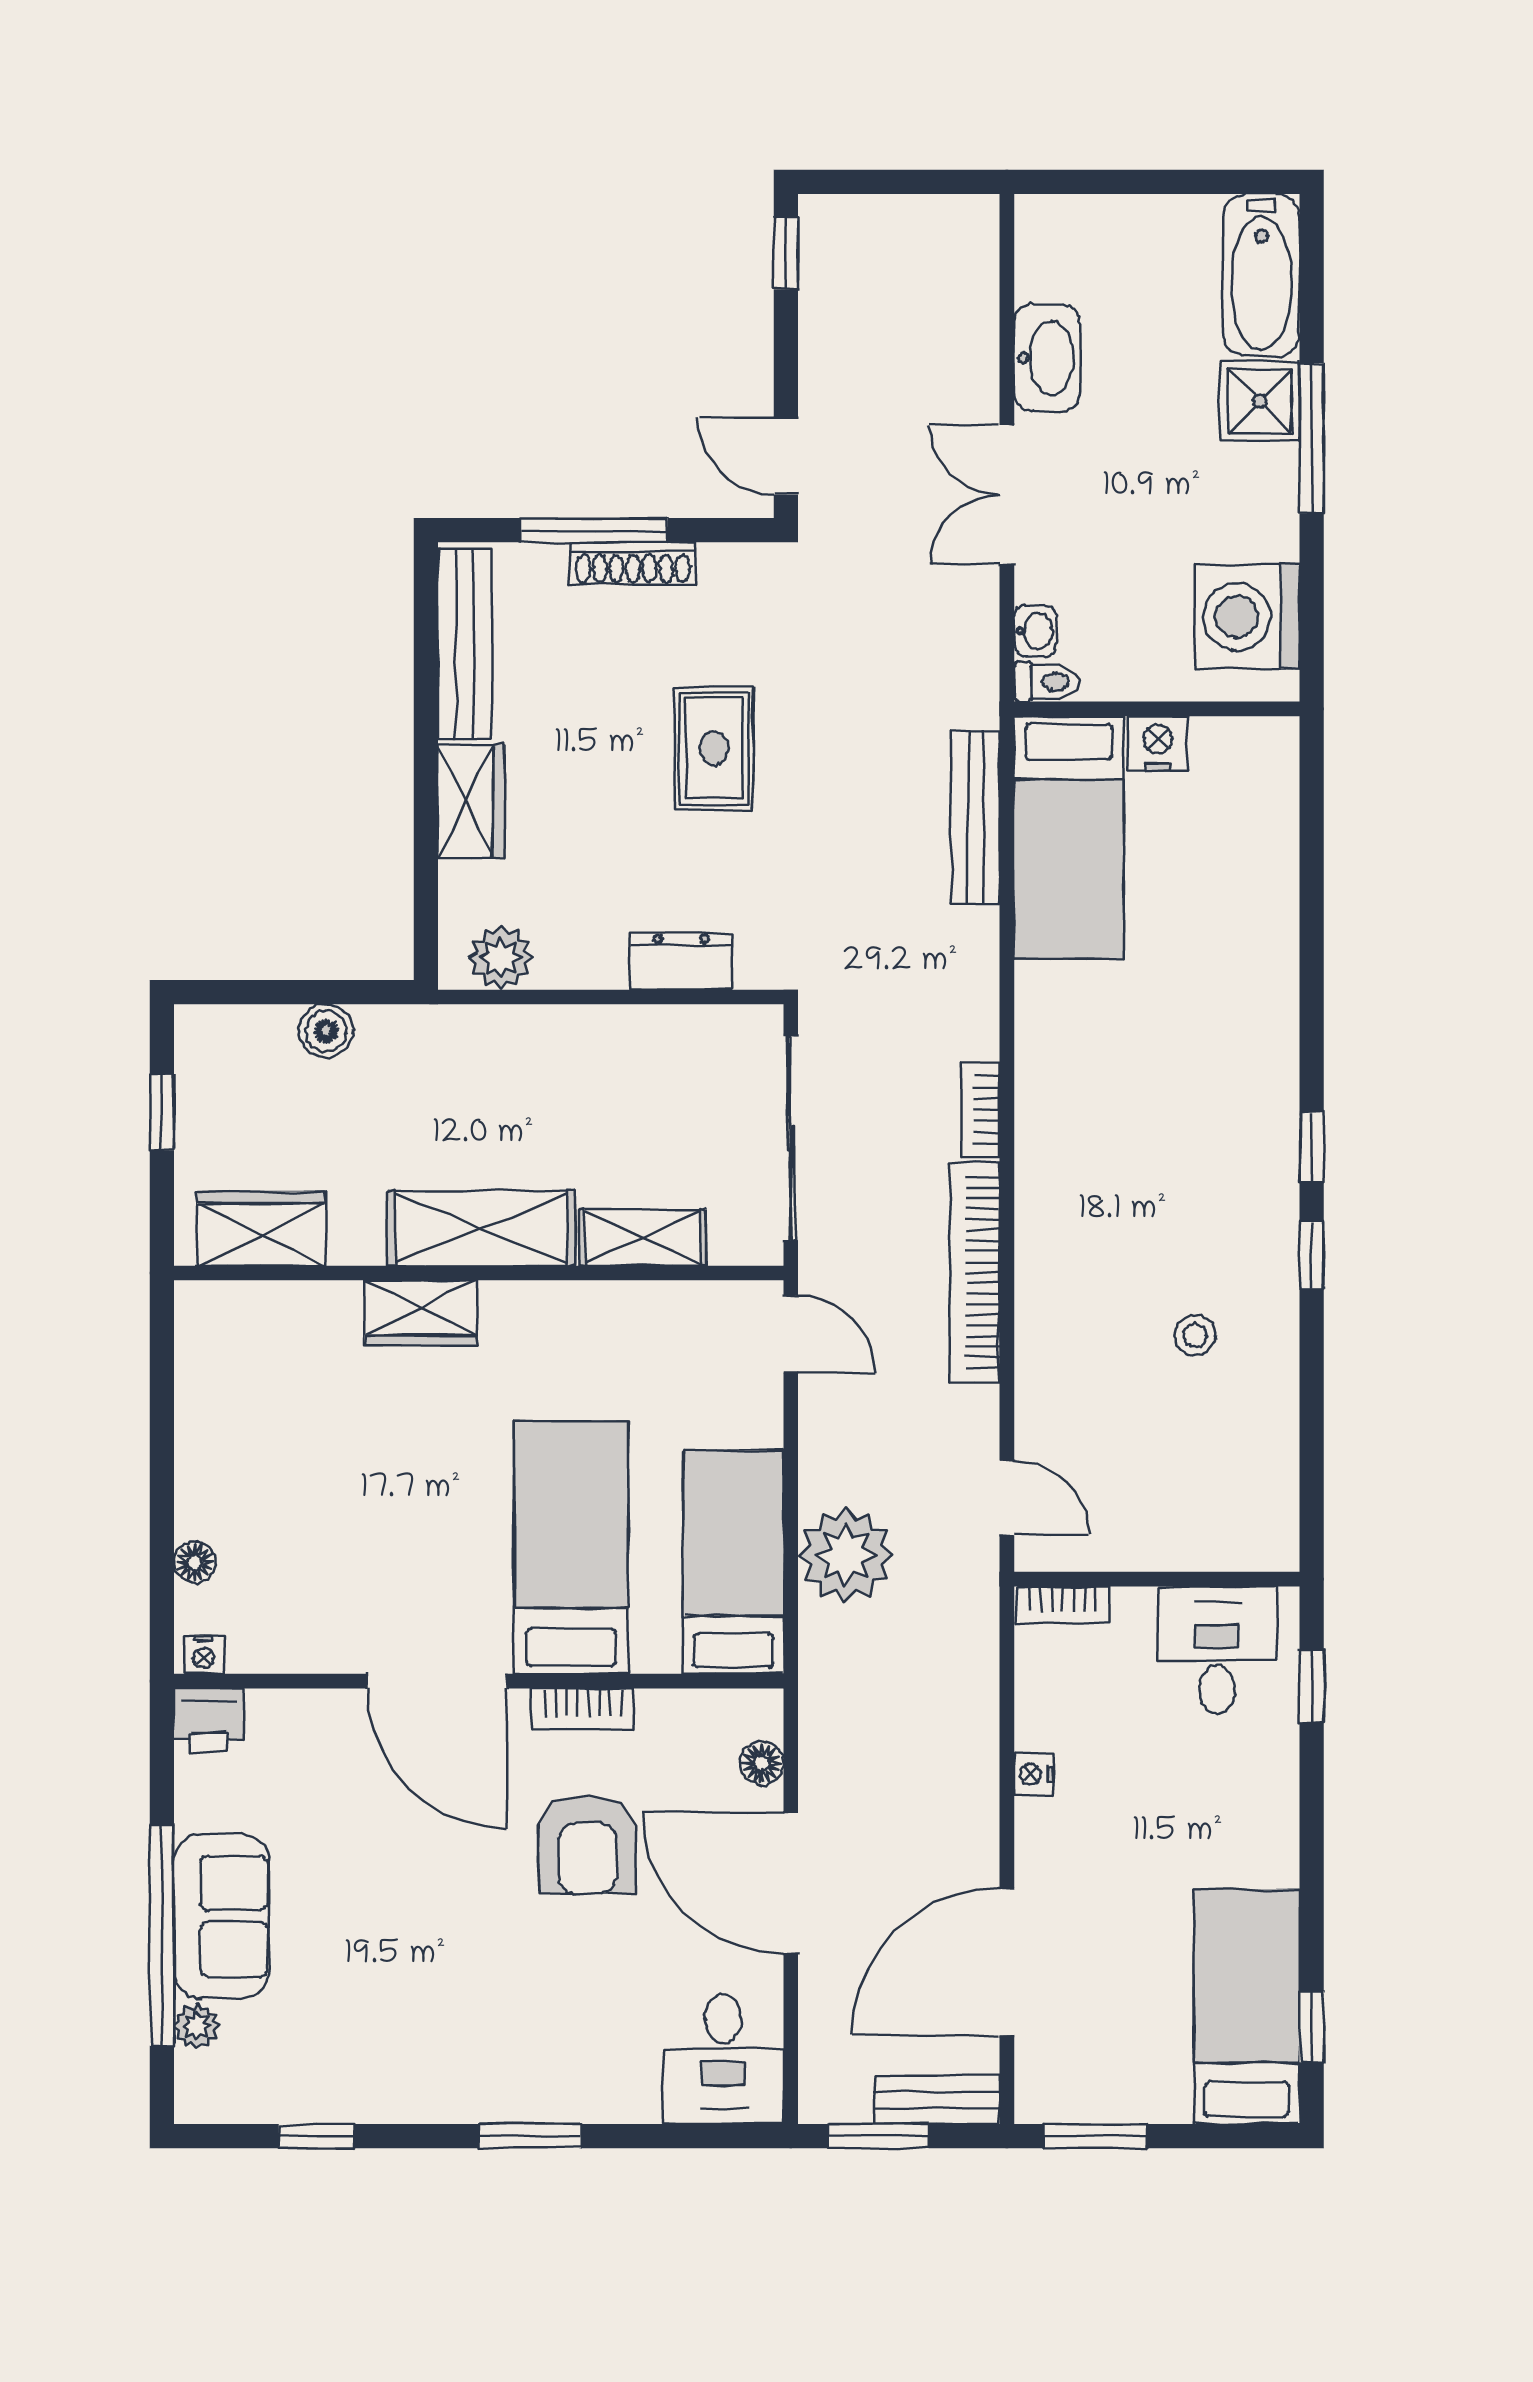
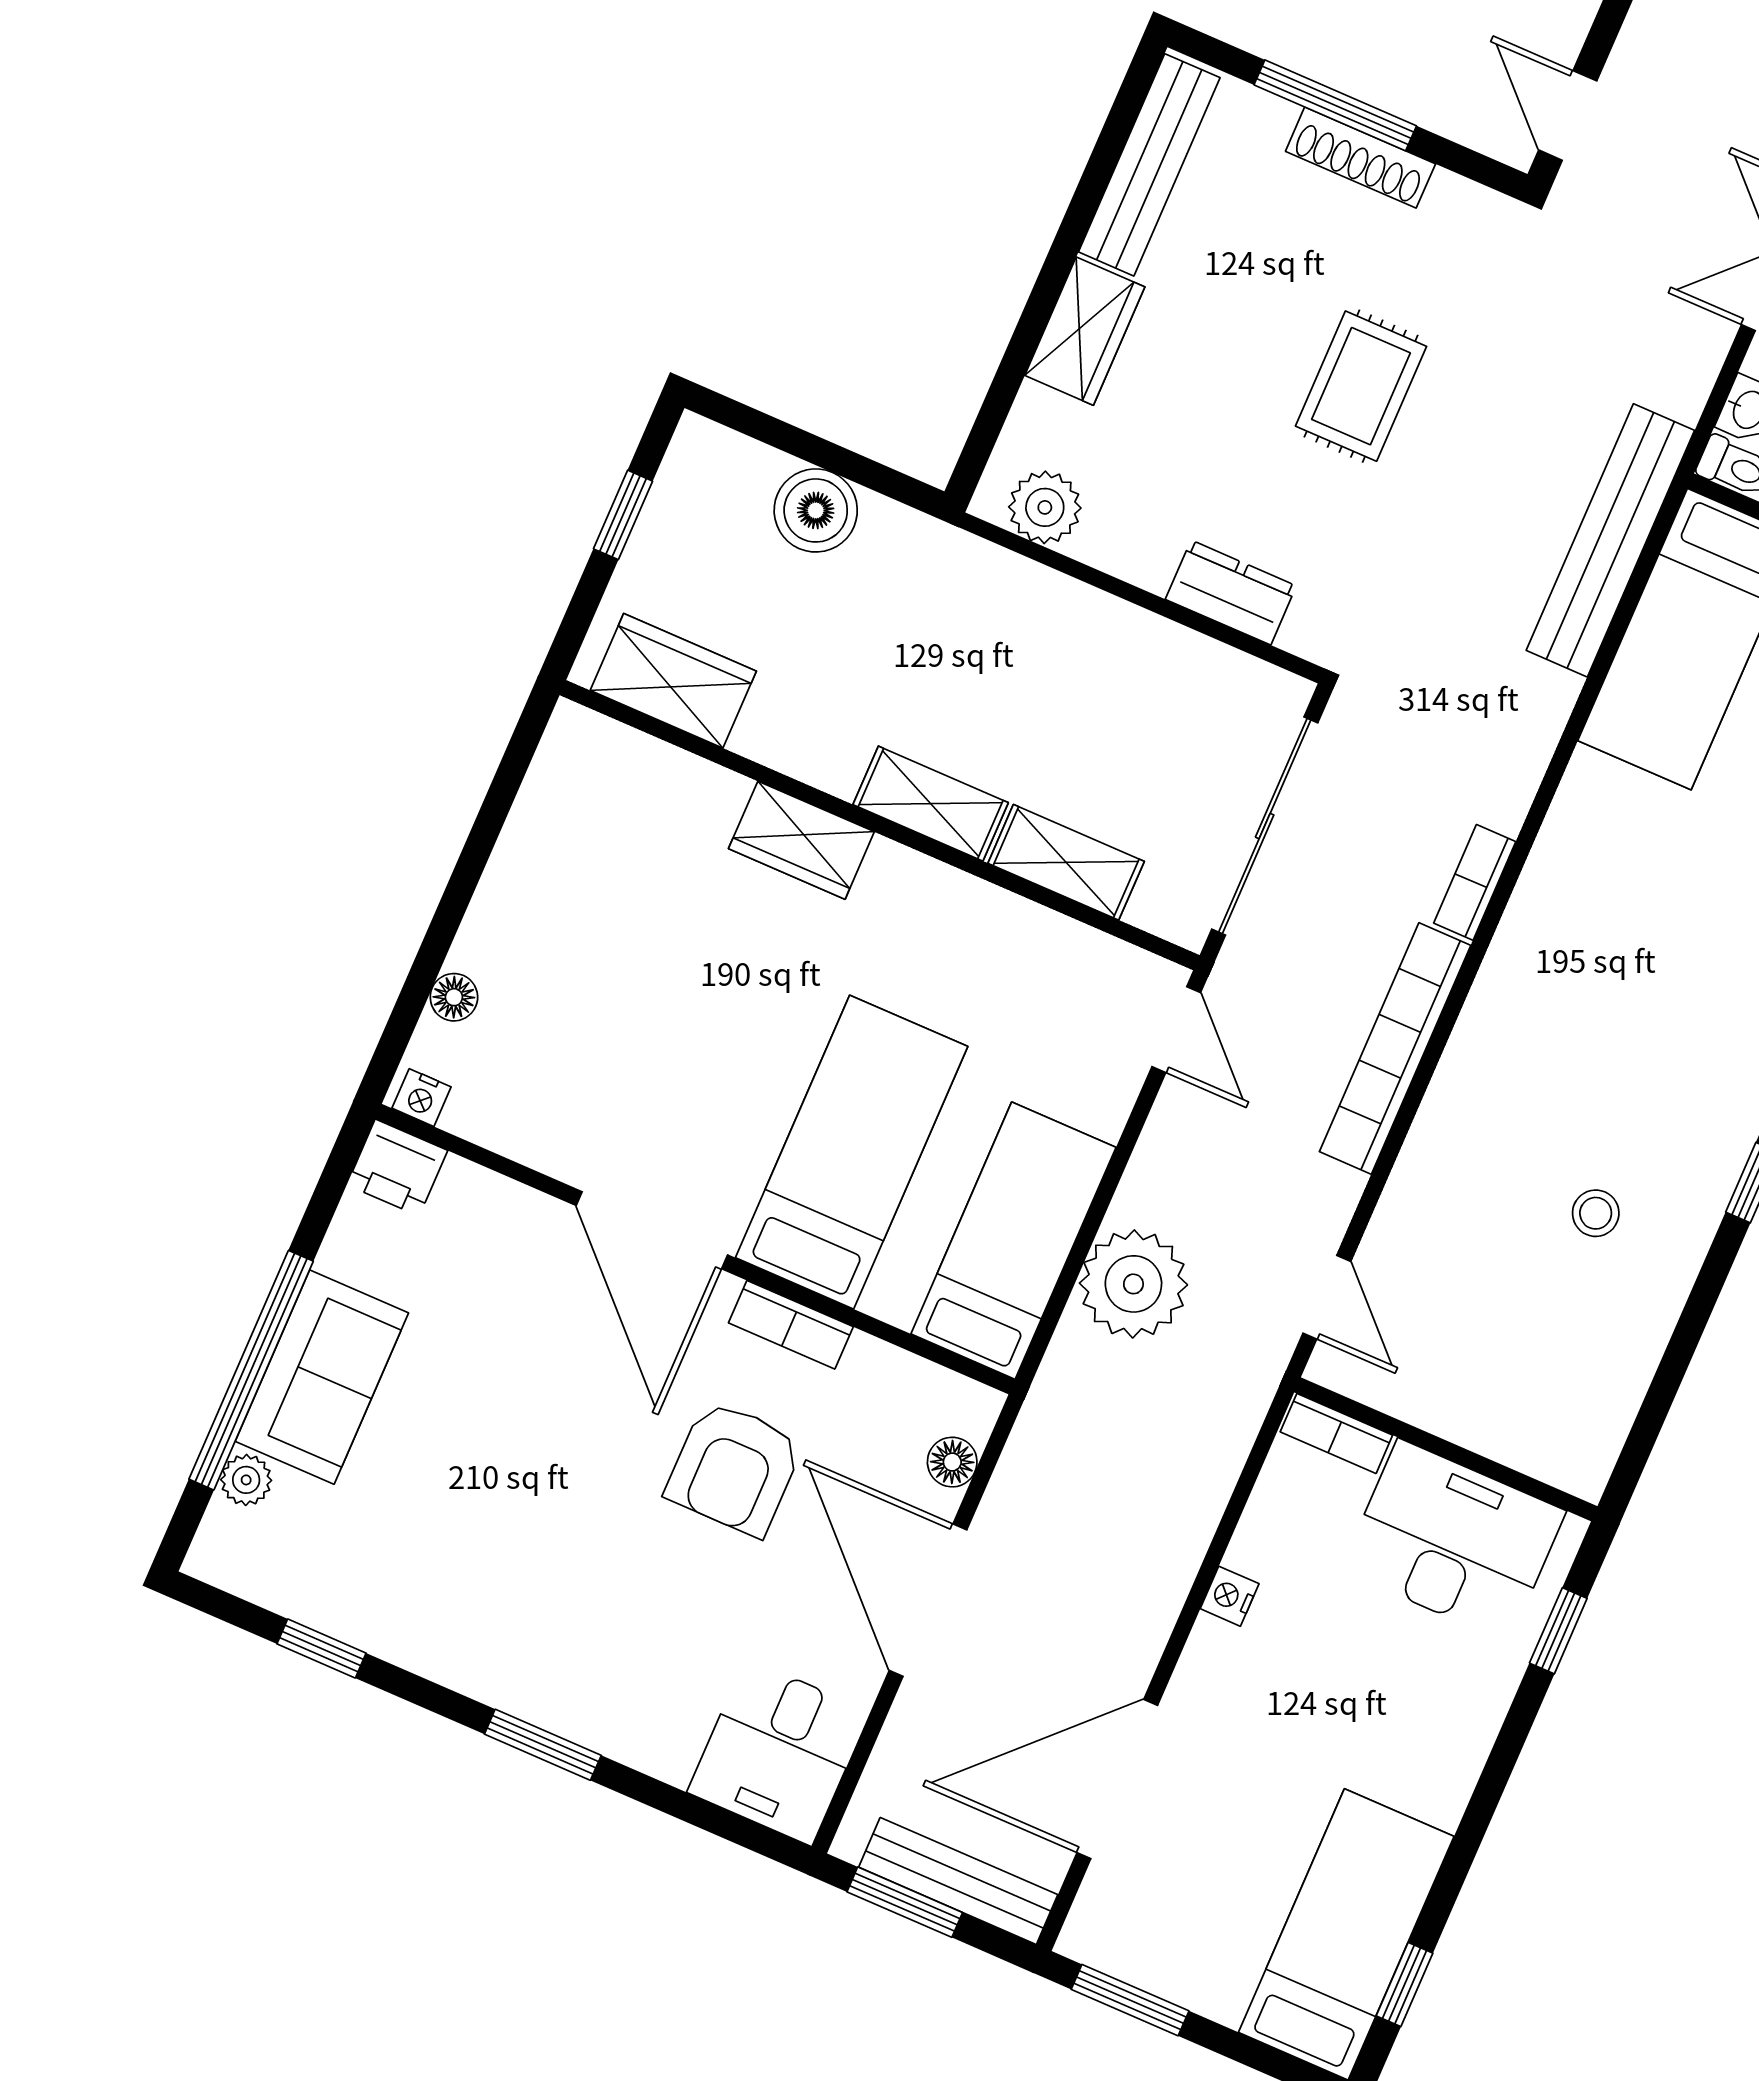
bench: (975, 817) -> (1610, 540), width x1.37, depth x1.21
boiler: (326, 1031) -> (816, 510), width x1.36, depth x1.36
shelving: (481, 1228) -> (931, 804), width x0.67, depth x0.75
desk: (1217, 1650) -> (1453, 1541), width x1.37
bench: (937, 2100) -> (958, 1881), width x1.36

